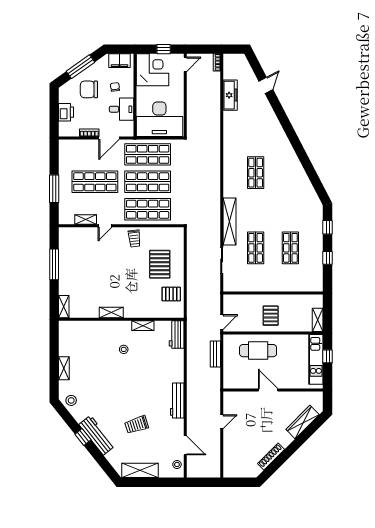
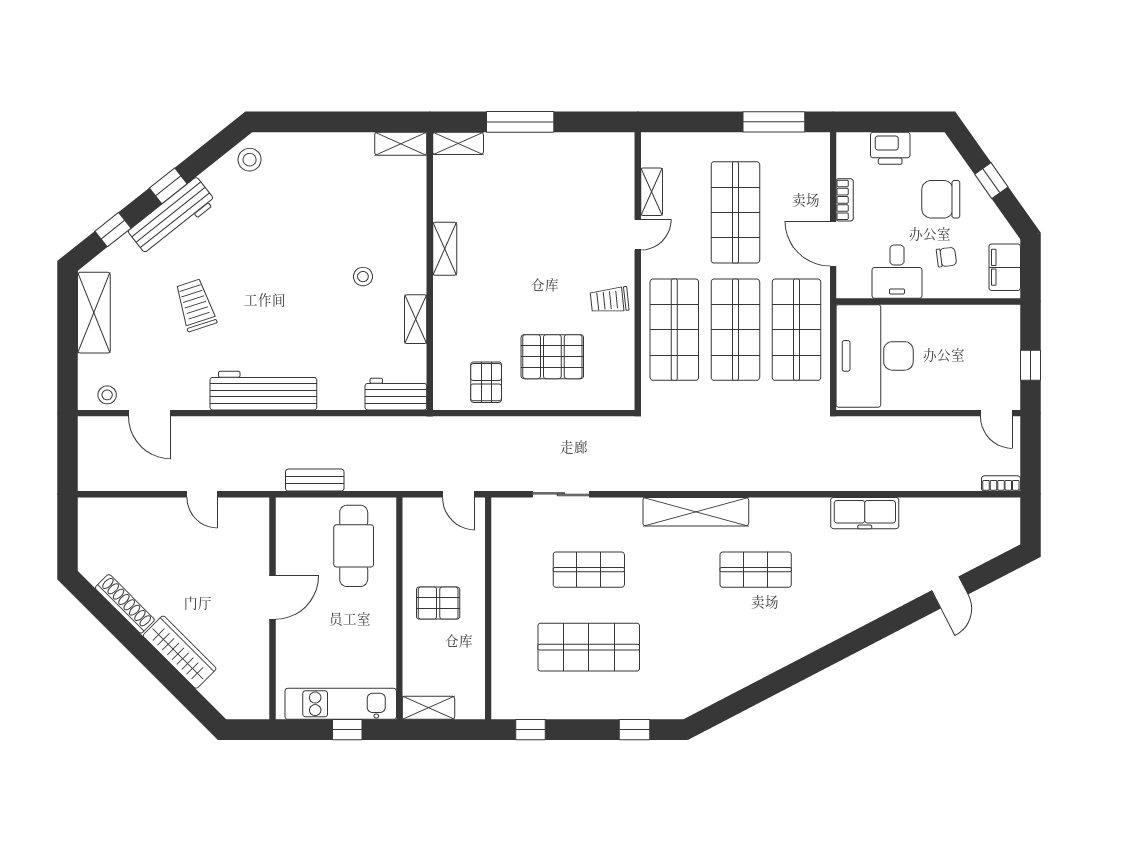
window: (81, 67) -> (991, 181), width x0.46
corner desk: (152, 70) -> (984, 340), removed
door: (266, 85) -> (950, 592), hinge flipped
chair: (89, 89) -> (941, 199), turned -90
freezer: (230, 95) -> (865, 513), moved
window: (54, 189) -> (774, 122), moved
shelving: (229, 221) -> (696, 512), moved
door: (105, 226) -> (638, 235), swing flipped
shop shelf: (290, 248) -> (589, 647), width x1.43, depth x1.36
window: (328, 258) -> (531, 730), moved
window: (54, 264) -> (520, 122), moved
door: (222, 322) -> (459, 494), moved
cafe table: (258, 351) -> (354, 546), moved
bench: (215, 354) -> (315, 480), moved
shelving: (64, 368) -> (401, 144), moved
workbench: (177, 401) -> (263, 391), width x1.36, depth x1.32
wardrobe: (303, 422) -> (180, 652), moved
door: (185, 445) -> (150, 413), hinge flipped
window: (103, 462) -> (113, 230), added

